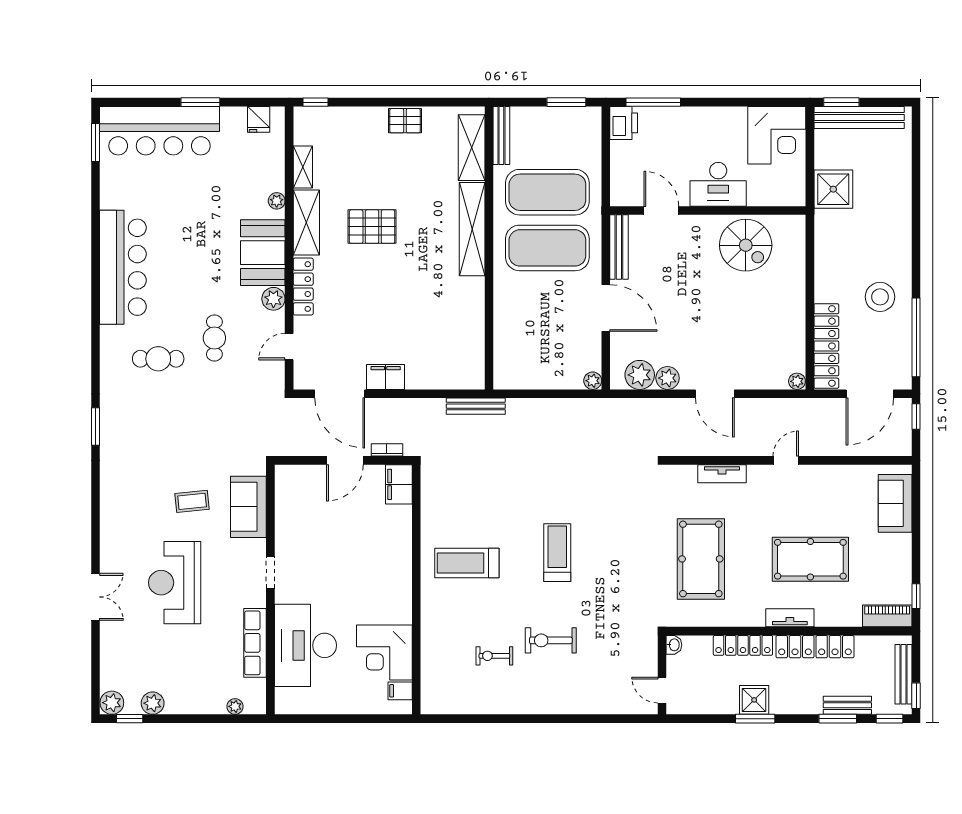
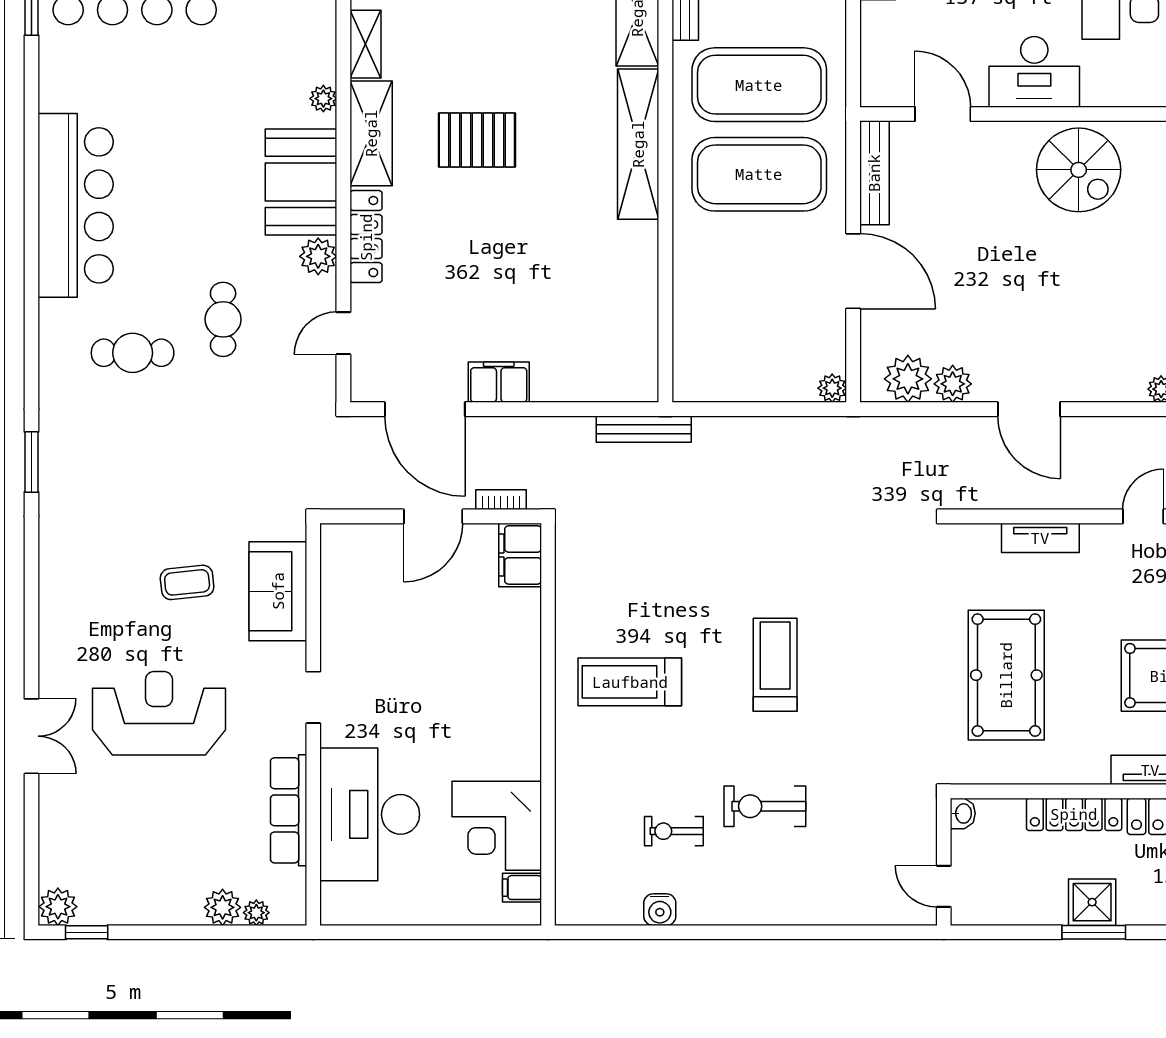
reception desk: (175, 583) -> (159, 713), turned 90
plant: (153, 703) -> (223, 907), moved
water cooler: (486, 705) -> (660, 910), added

